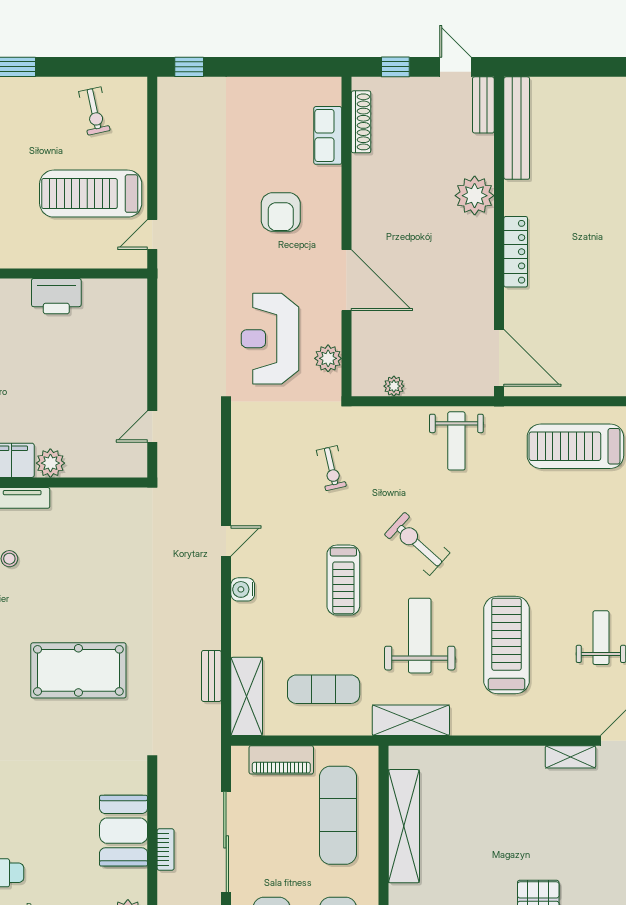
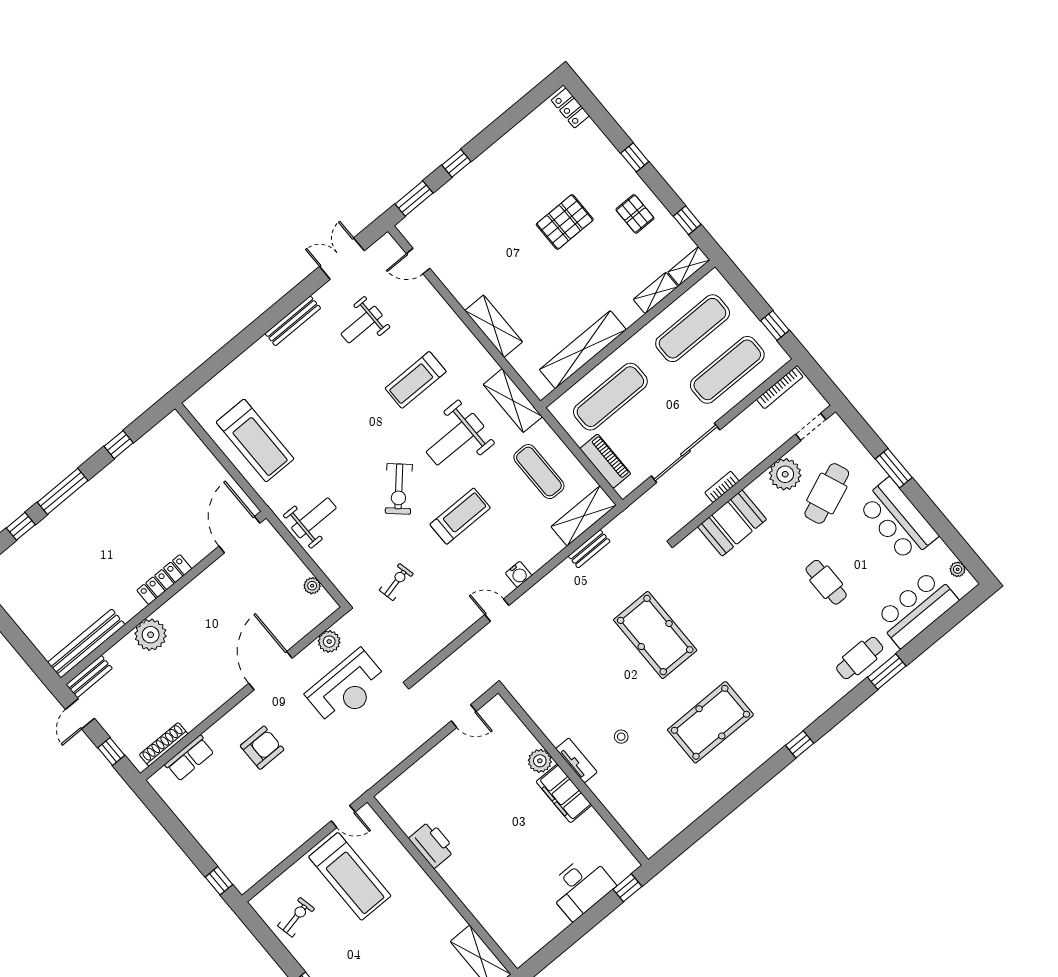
treadmill: (507, 645) -> (416, 380), width x0.73, depth x0.73
shelving: (570, 757) -> (494, 326), moved, width x1.50, depth x1.33

